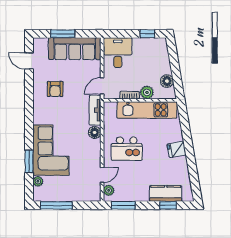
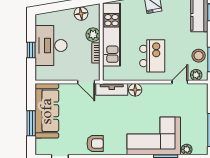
window: (147, 34) -> (31, 50), moved
desk: (118, 53) -> (51, 45), moved, width x1.37
armchair: (55, 89) -> (95, 144), moved
door: (102, 175) -> (180, 82), hinge flipped
stool: (127, 193) -> (199, 56), added

